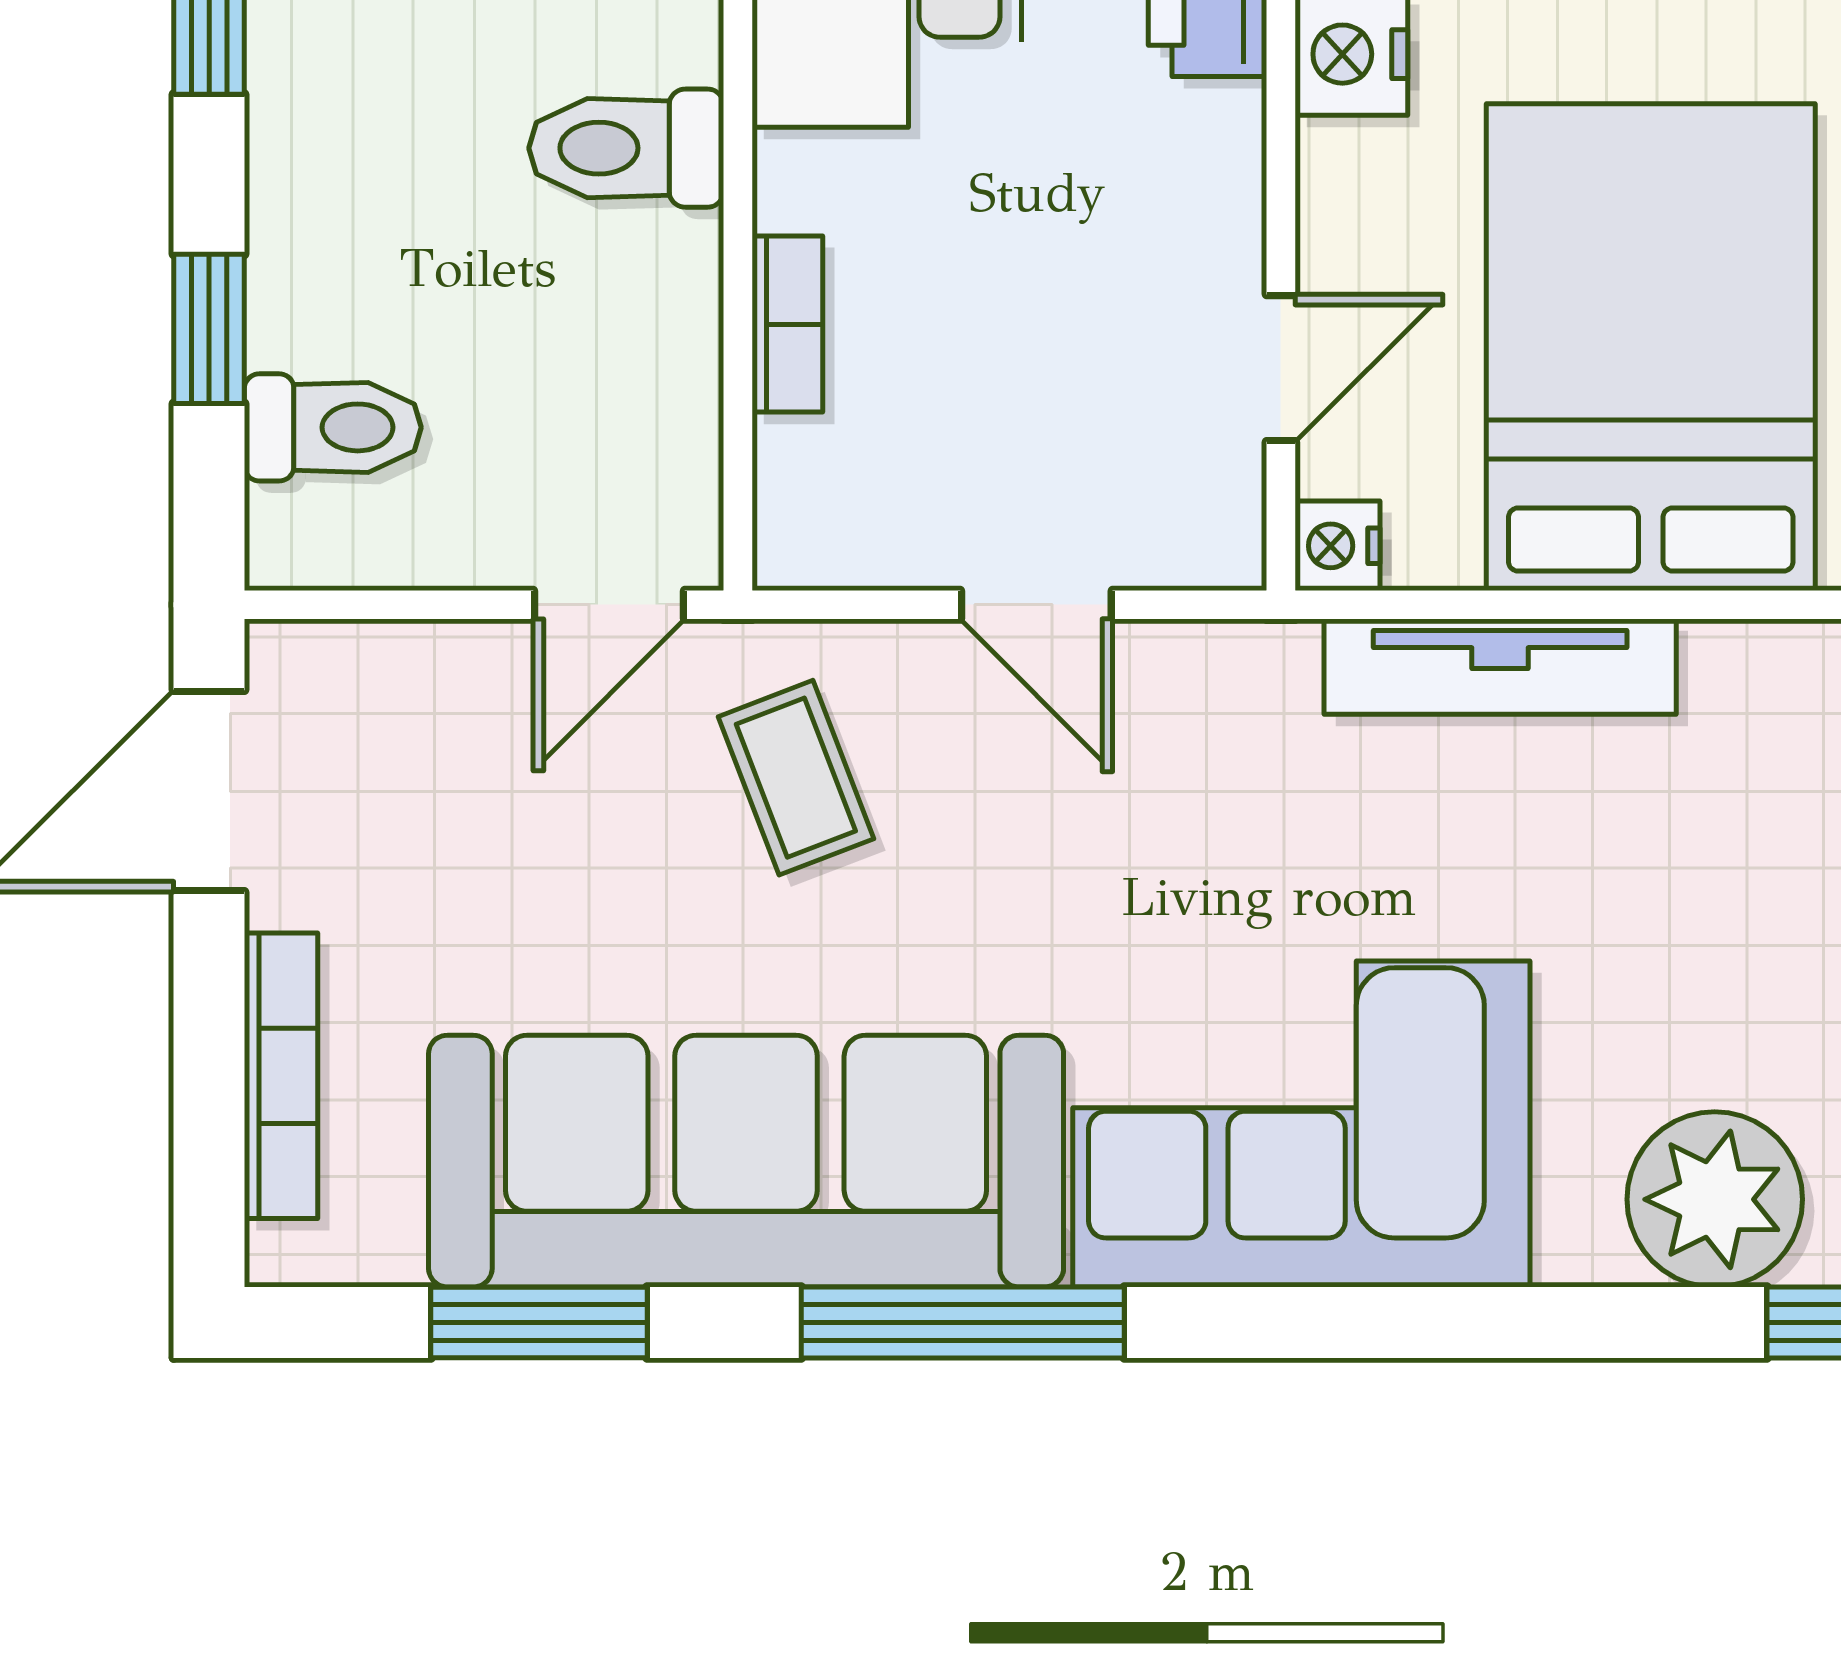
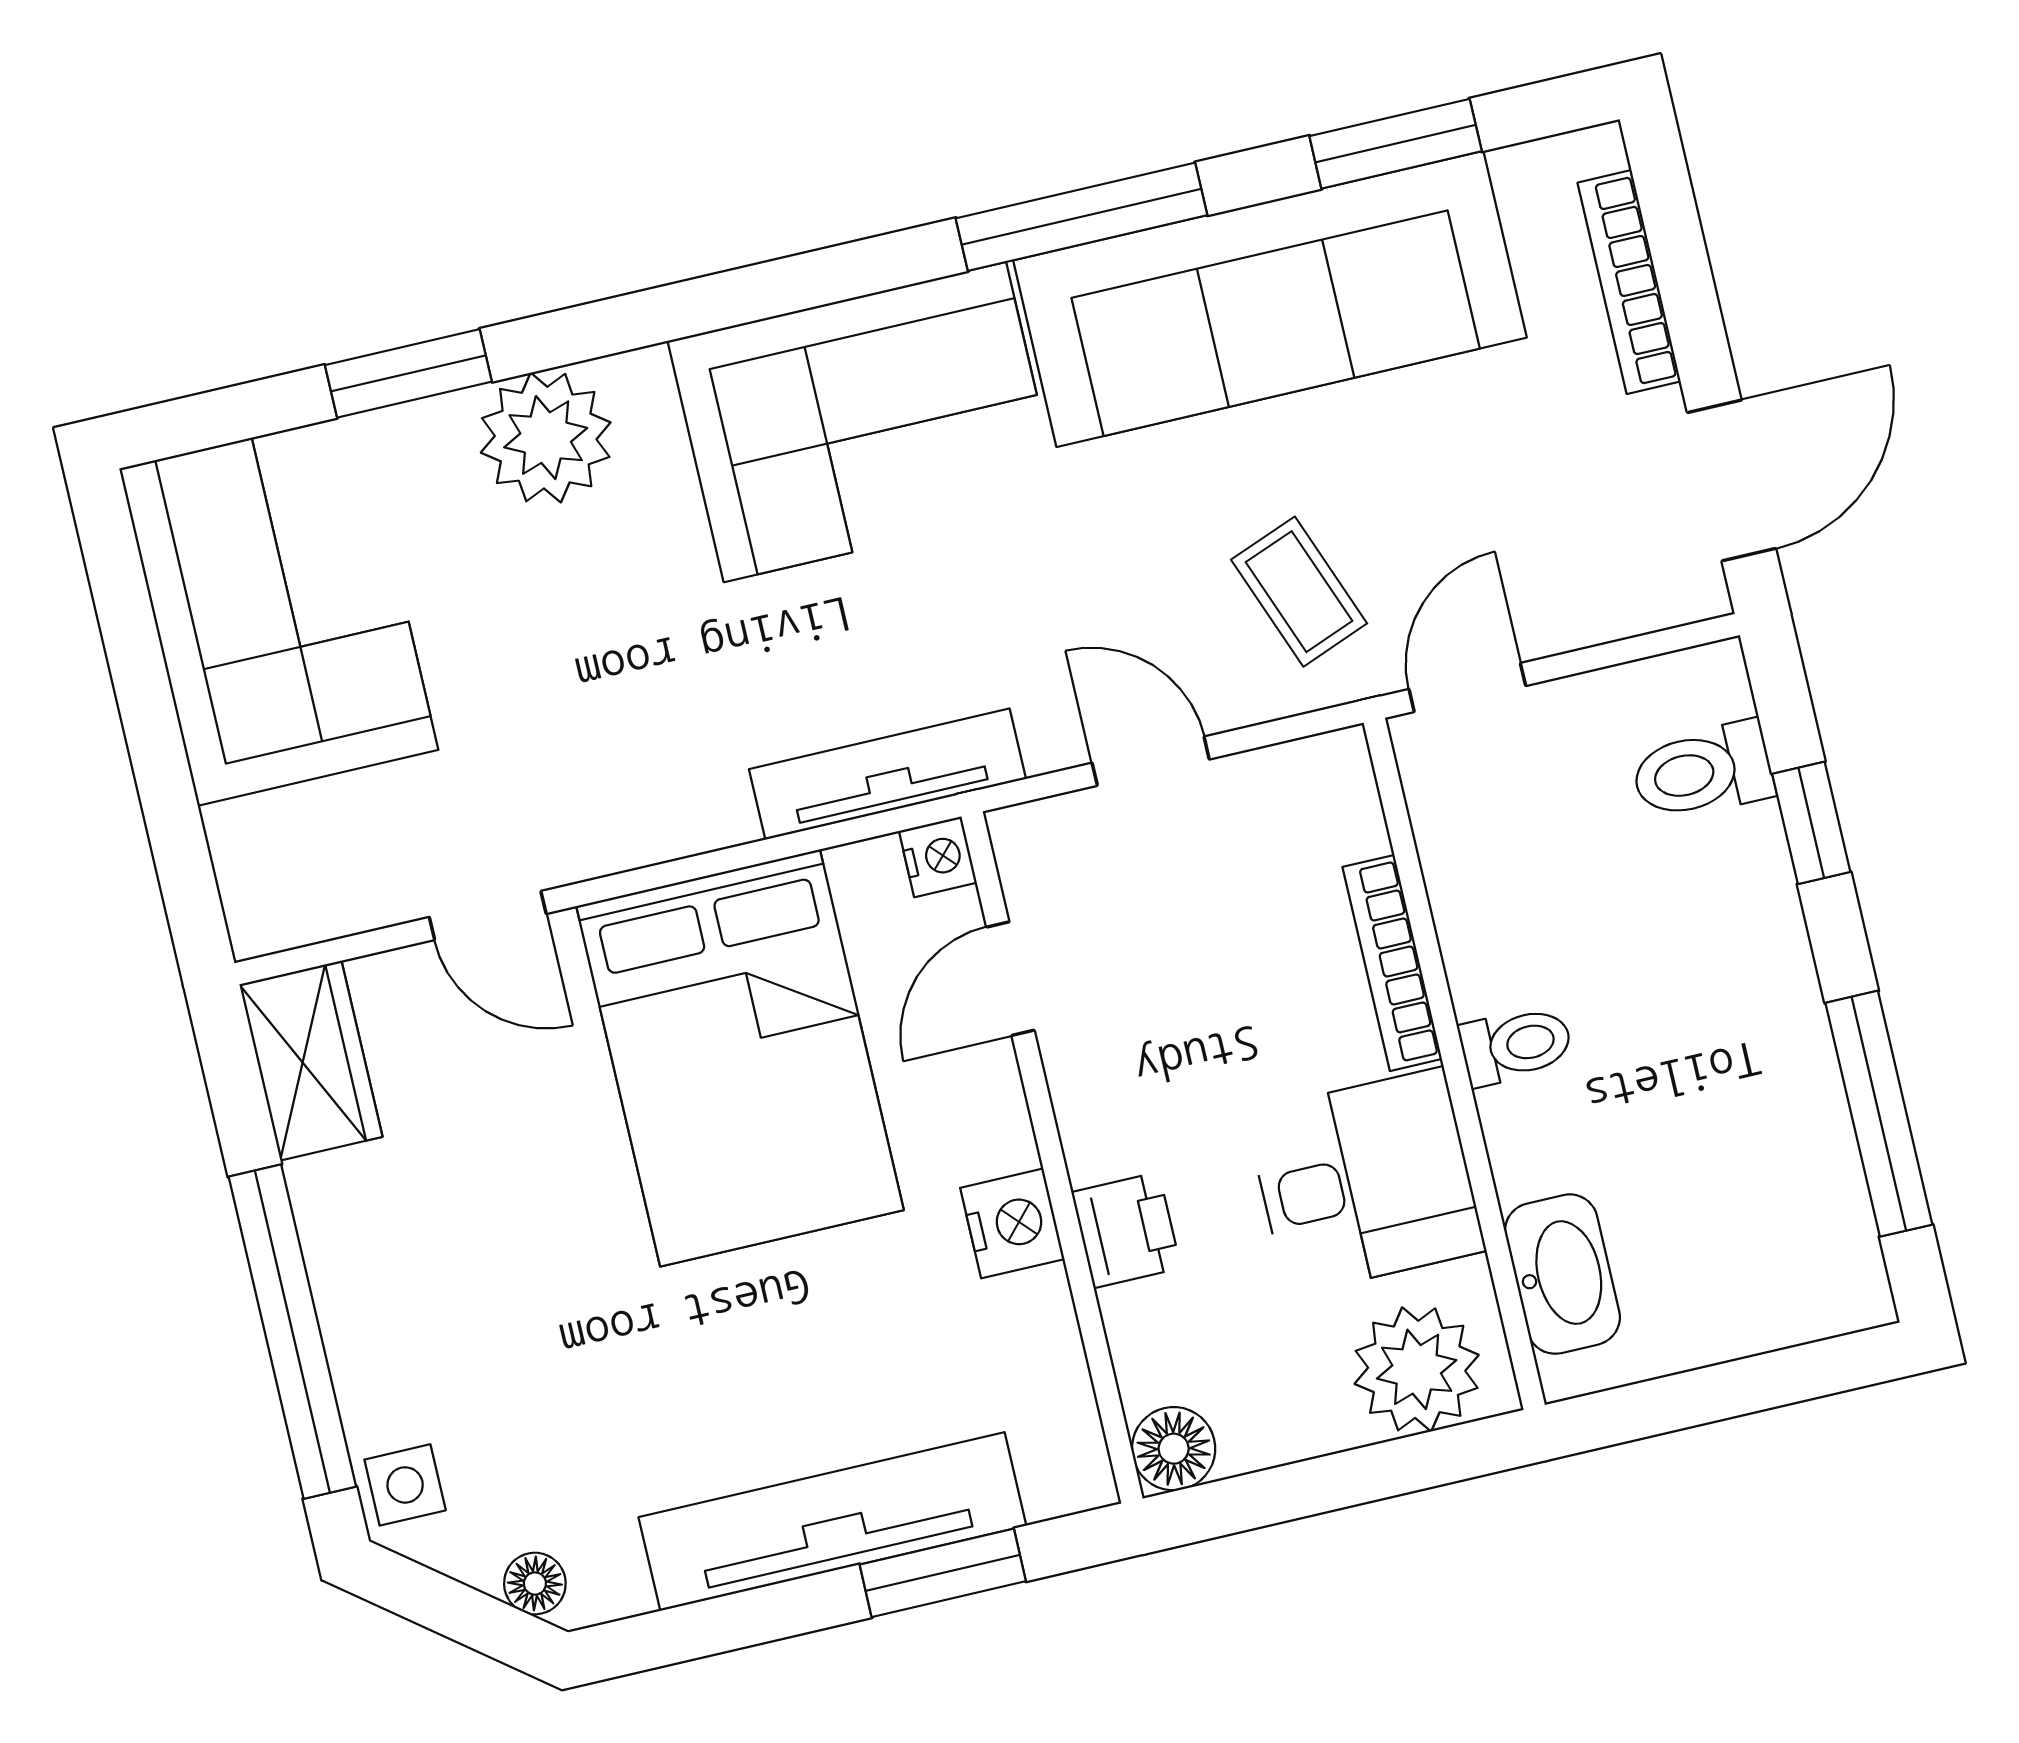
toilet: (626, 148) -> (1516, 1045), width x0.73, depth x0.72
bookcase: (787, 324) -> (1392, 963), width x1.56
tv unit: (1500, 667) -> (888, 774), moved

